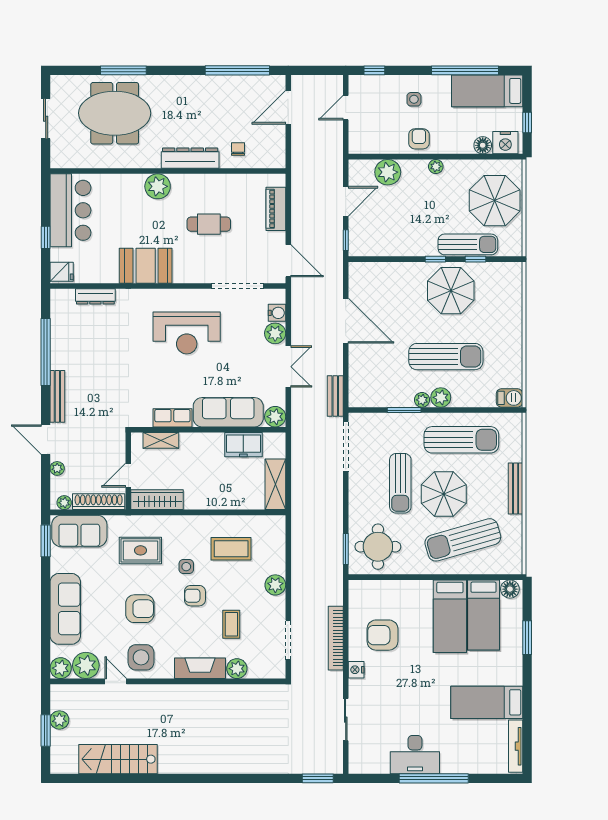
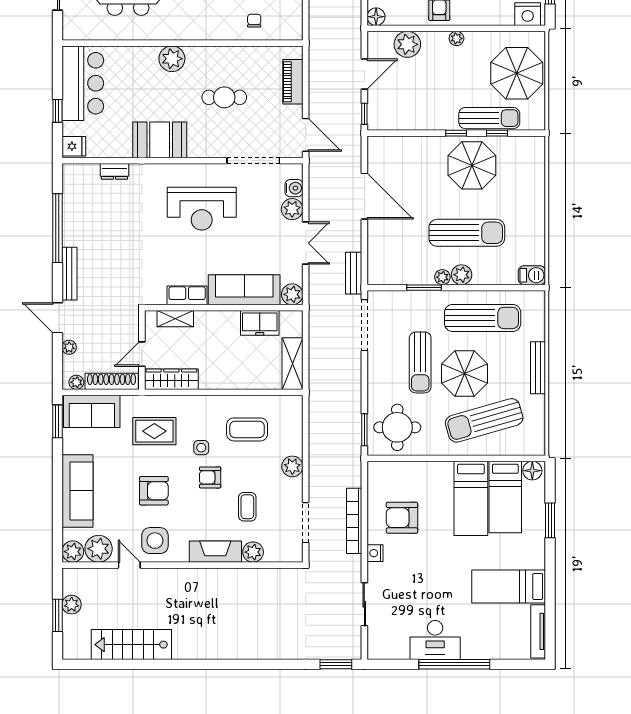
floor lamp: (483, 145) -> (376, 17), moved
dresser: (190, 158) -> (205, 30), removed
dresser: (95, 296) -> (114, 171), width x0.70

